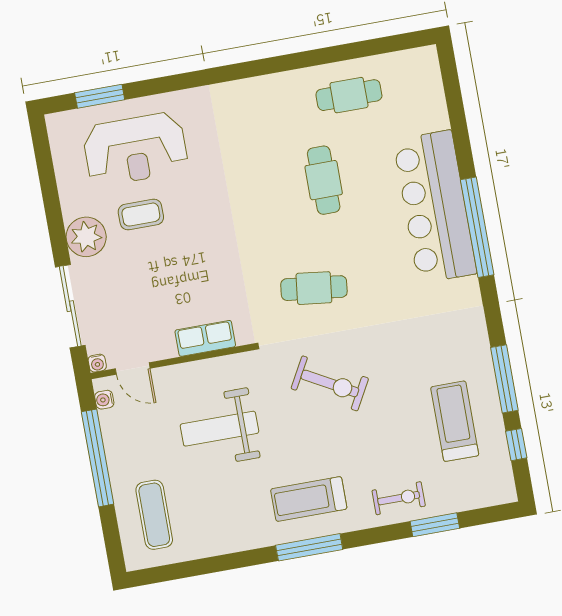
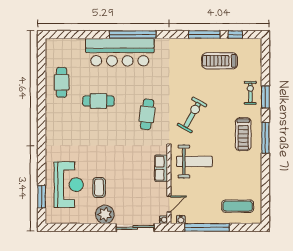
weight bench: (219, 429) -> (195, 161), moved, turned -90
window: (435, 525) -> (265, 97), moved

